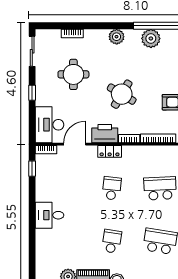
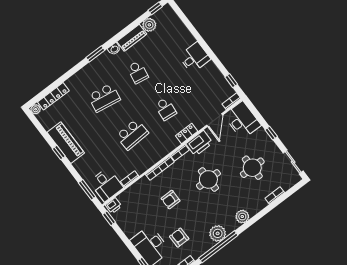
round table: (122, 94) -> (208, 179), turned -31

